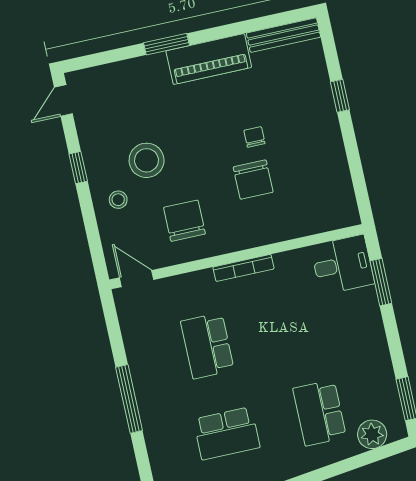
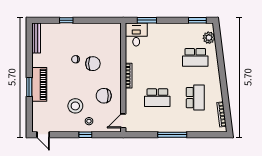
piano: (209, 59) -> (39, 84), moved
window: (78, 168) -> (85, 135), moved

